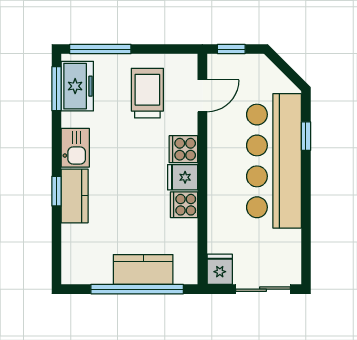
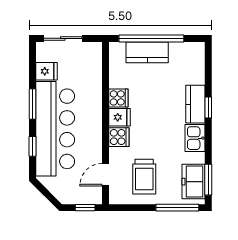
window: (306, 196) -> (32, 104), added
fridge: (220, 269) -> (46, 71), moved, turned -90

